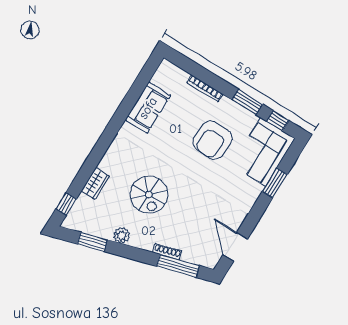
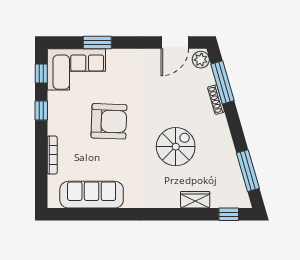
window: (247, 102) -> (41, 111), width x0.67
sofa: (148, 108) -> (92, 195), width x1.36
armchair: (212, 140) -> (109, 121), moved
plant: (122, 235) -> (201, 60), moved
window: (92, 242) -> (248, 171), width x1.44

